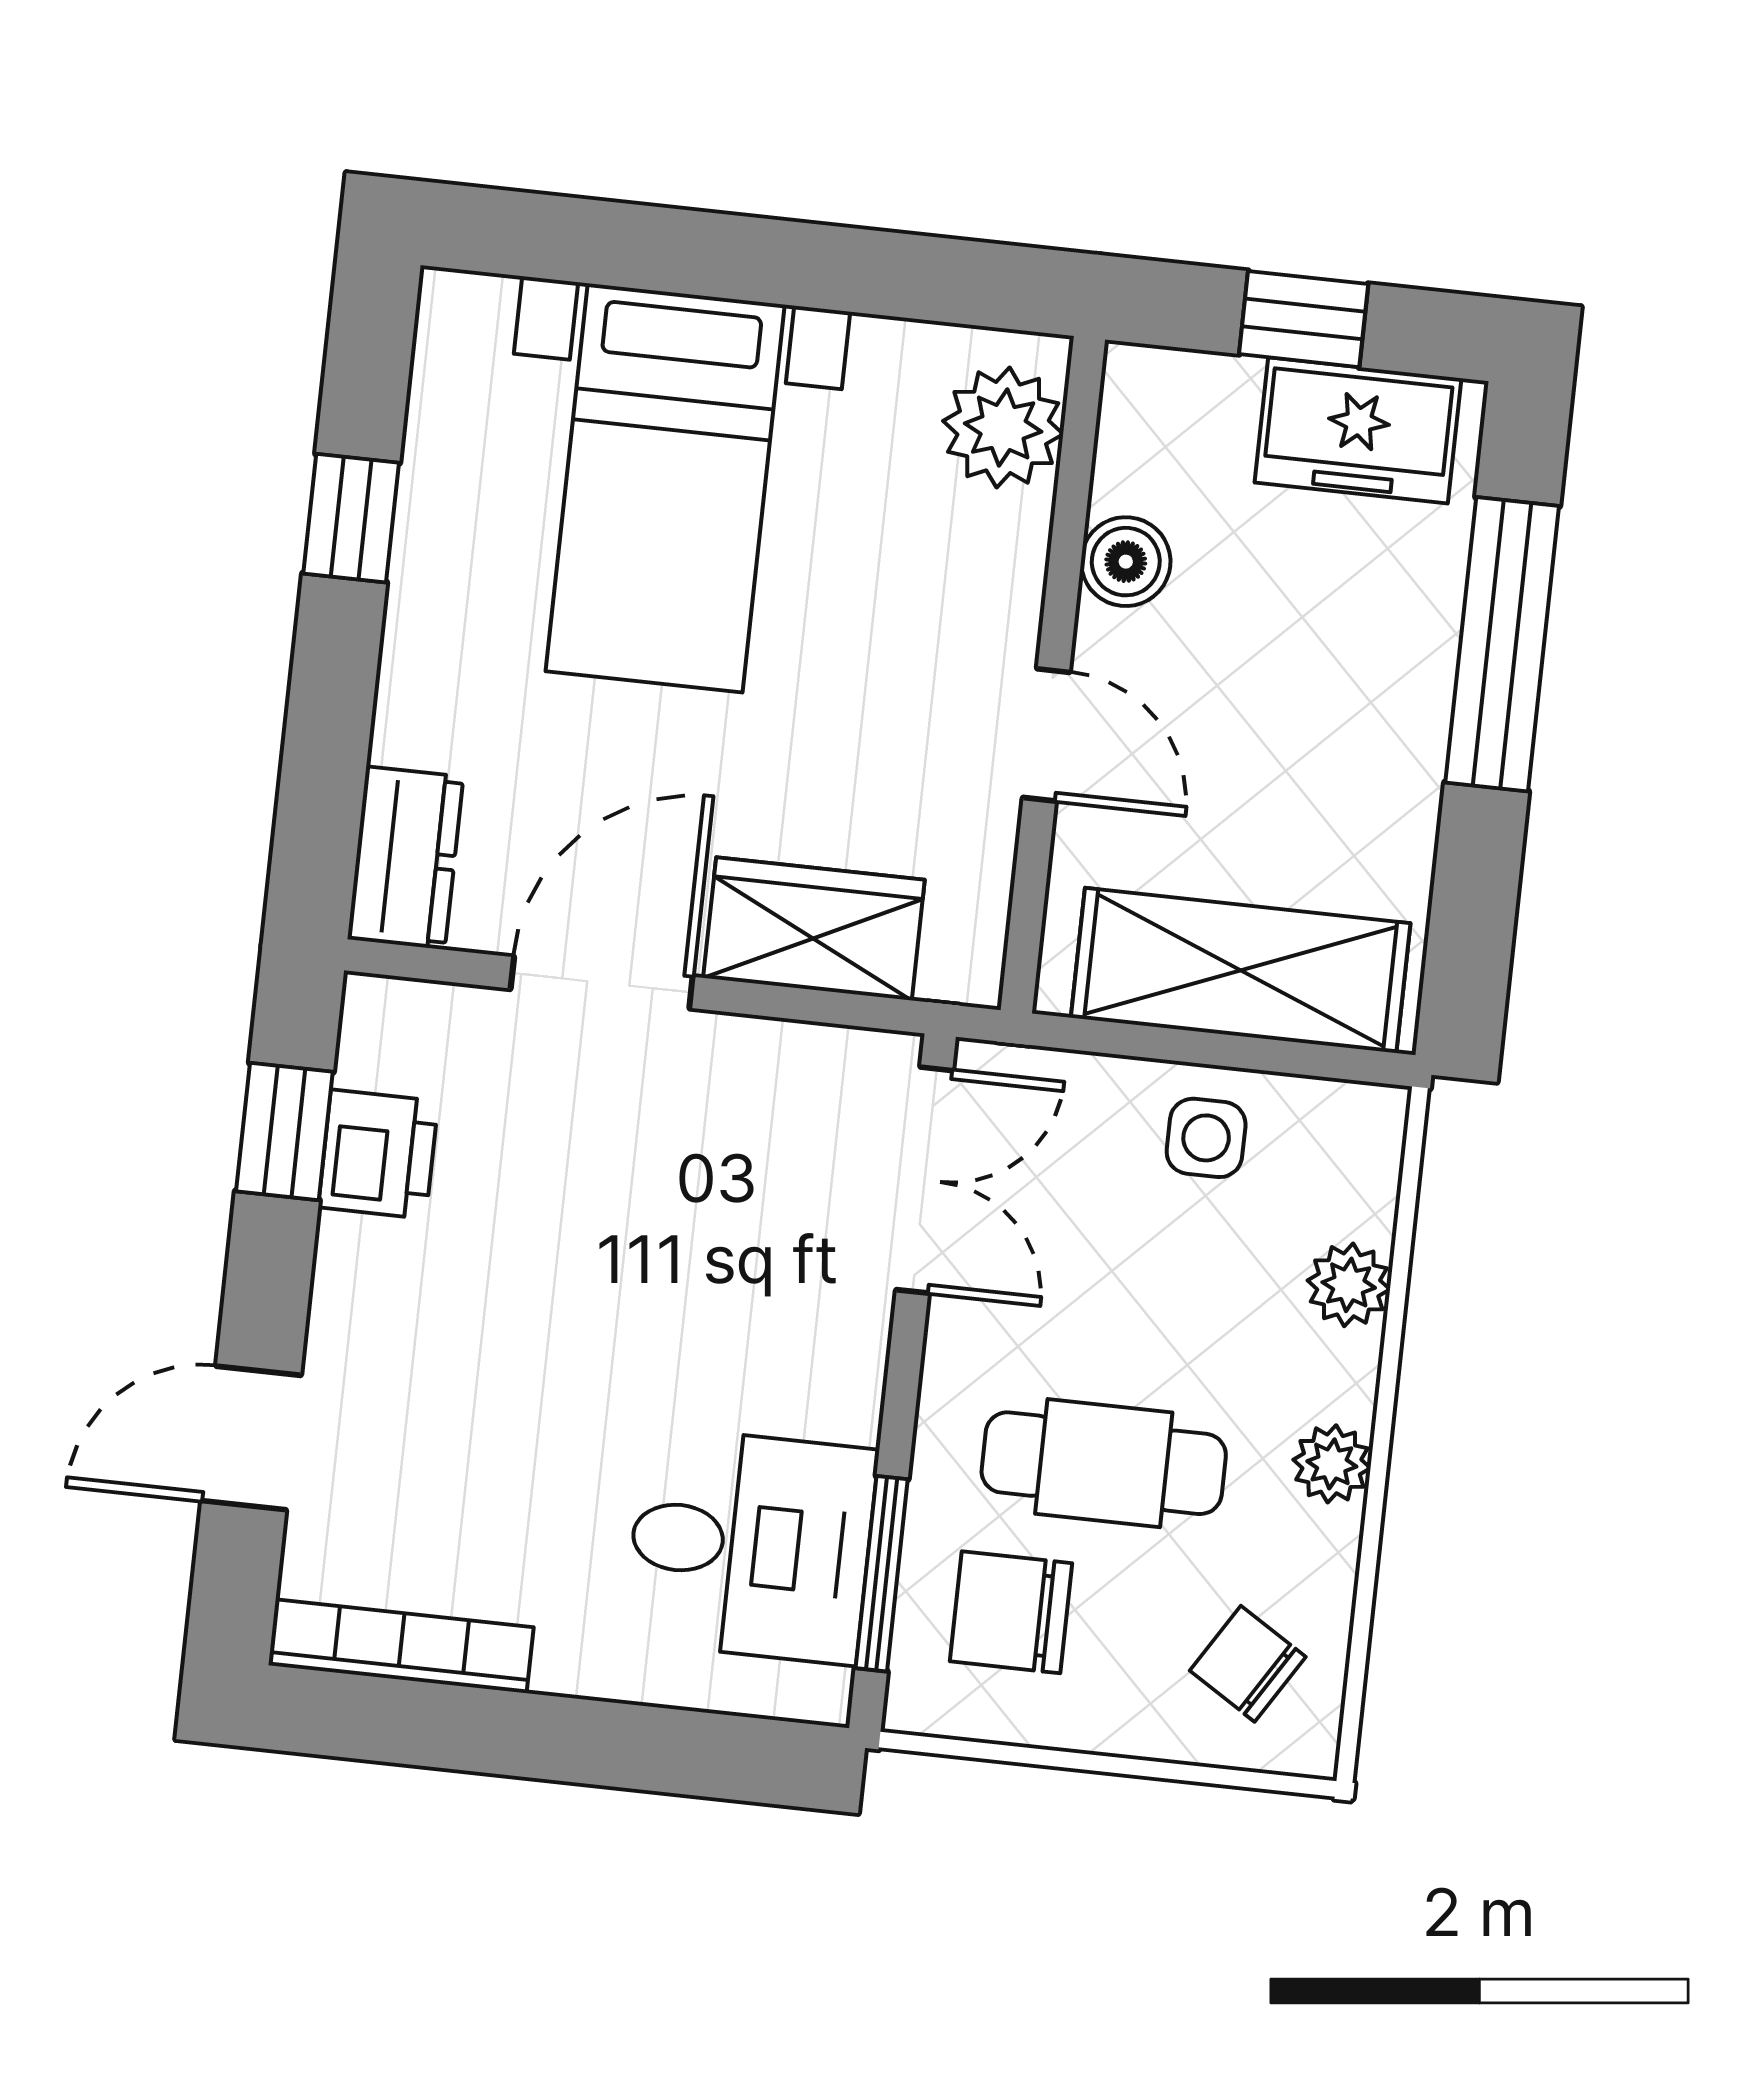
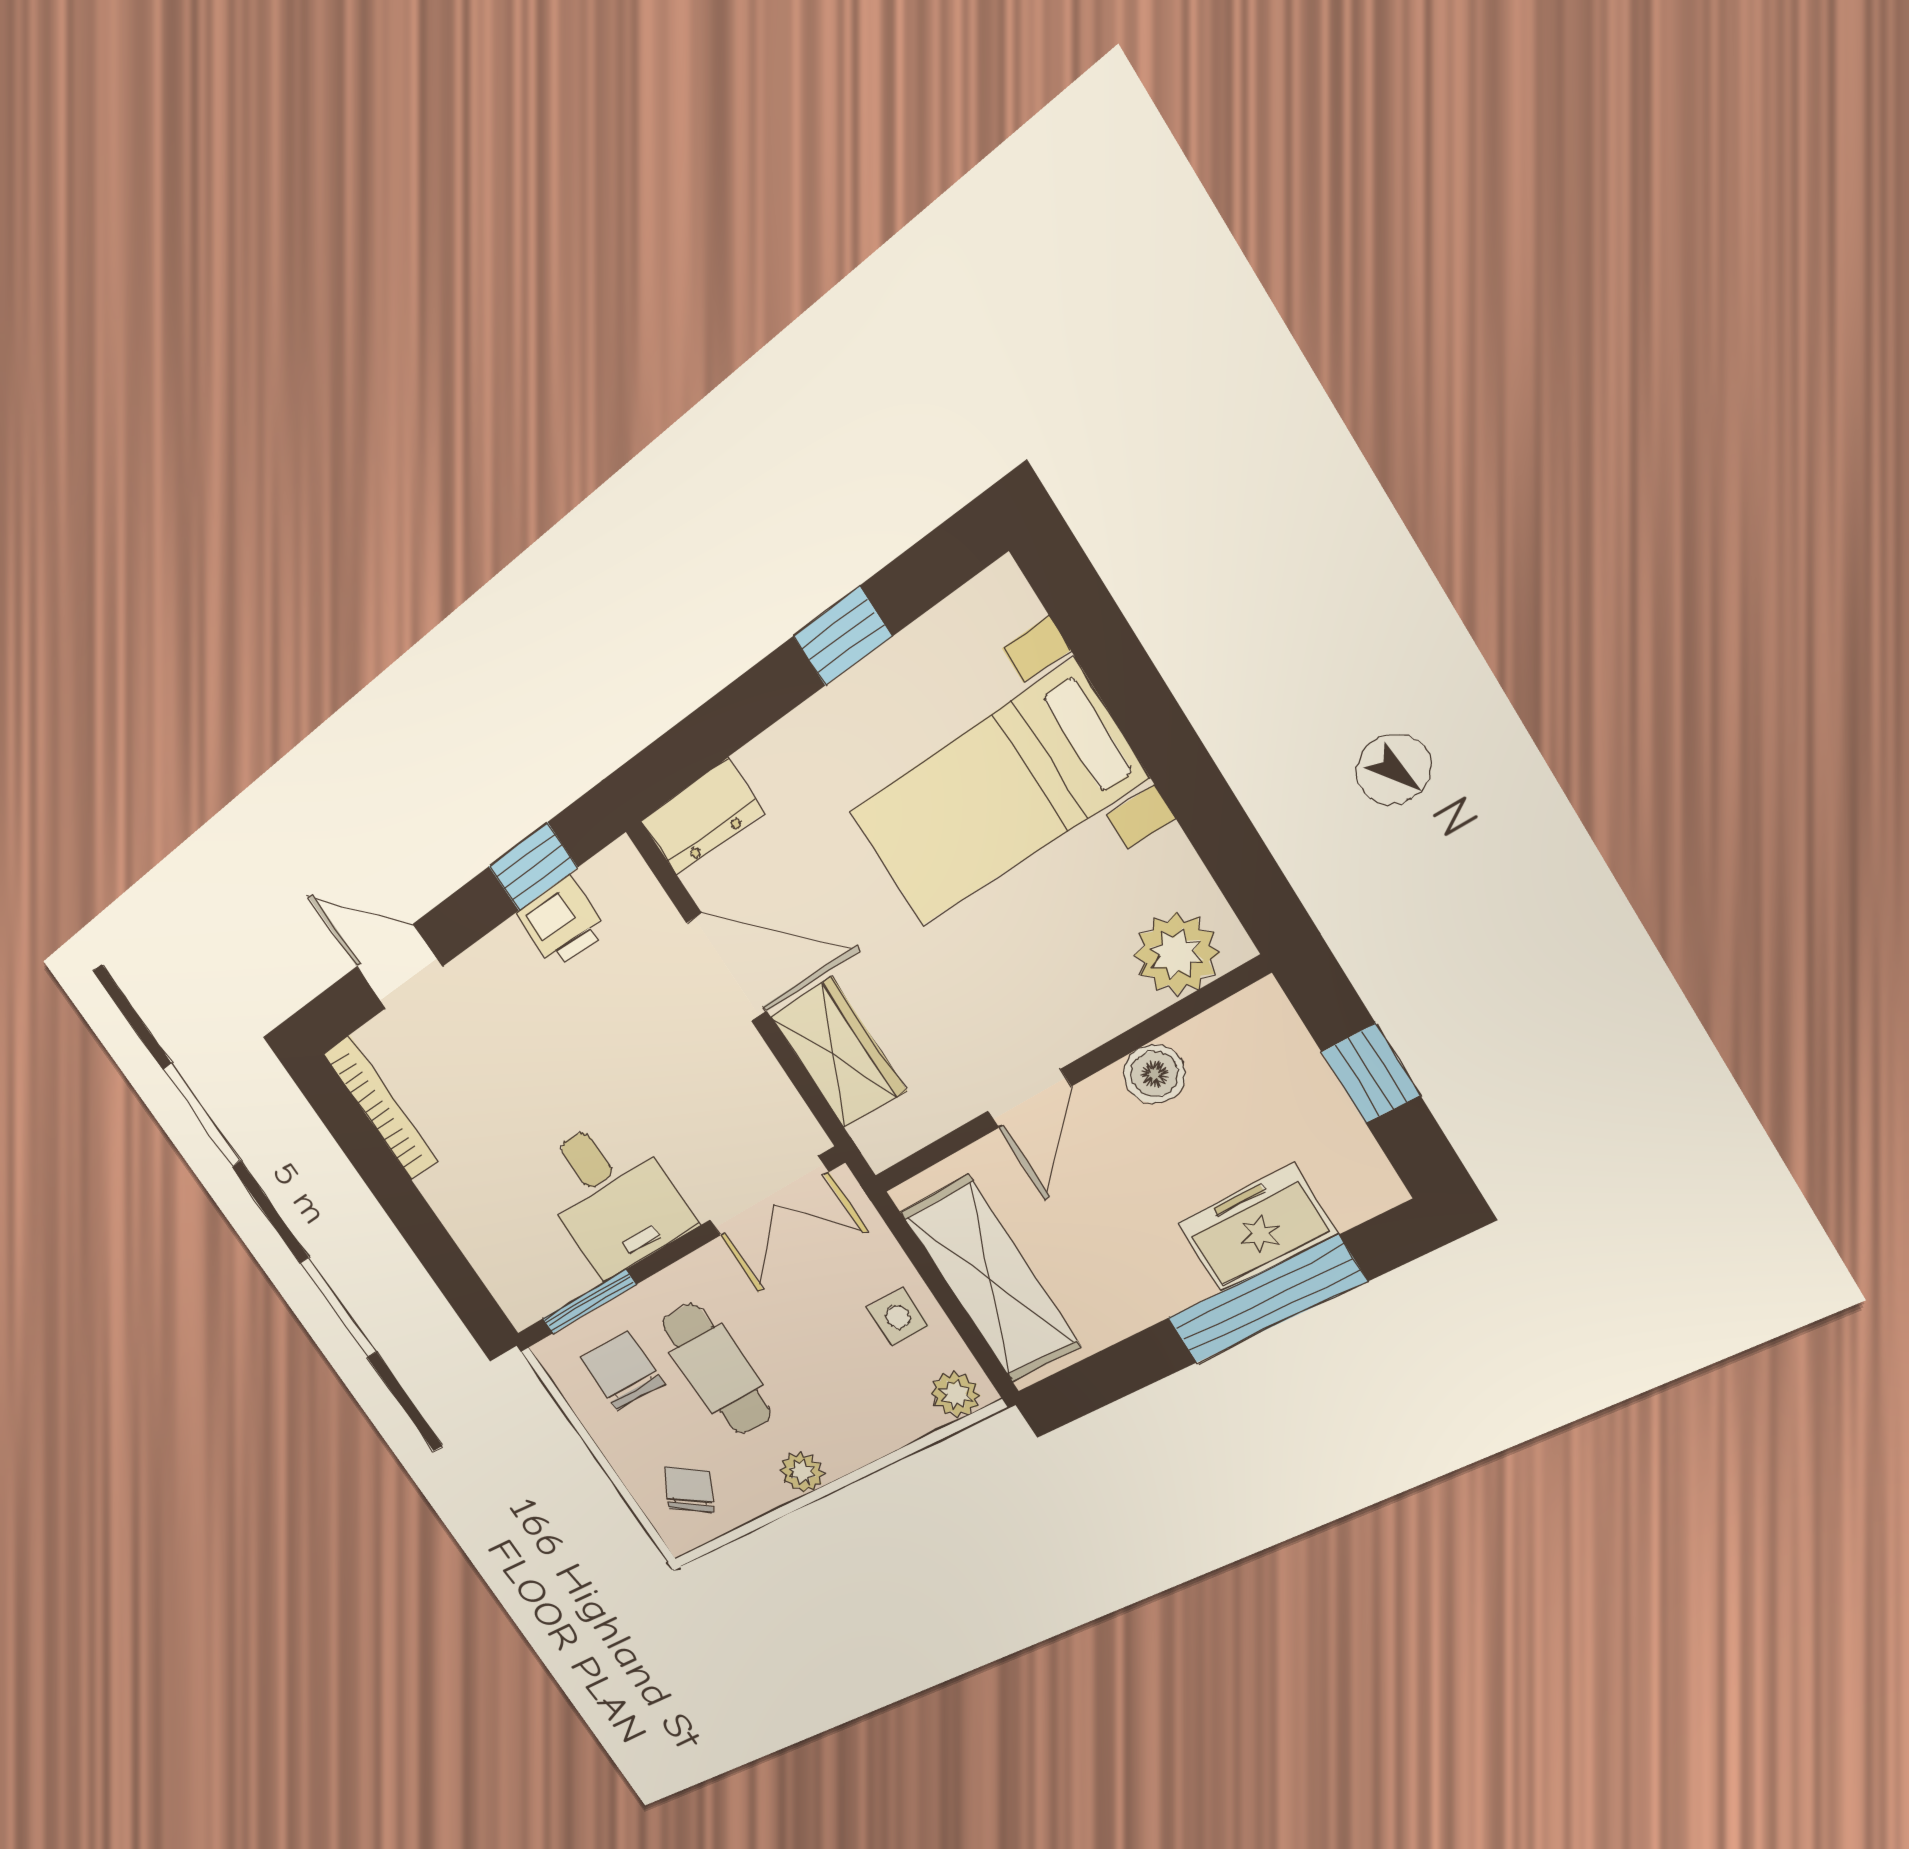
freezer: (1358, 430) -> (1257, 1229), moved, turned 90
plant: (1349, 1285) -> (956, 1394), moved
desk: (751, 1545) -> (611, 1196), moved

